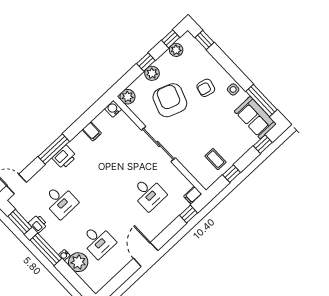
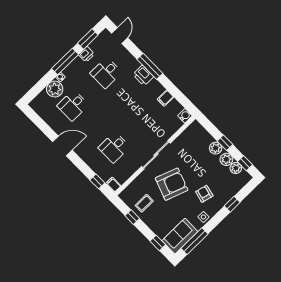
window: (204, 40) -> (232, 204), moved
plant: (128, 97) -> (226, 159), moved
armchair: (170, 100) -> (172, 184), moved

